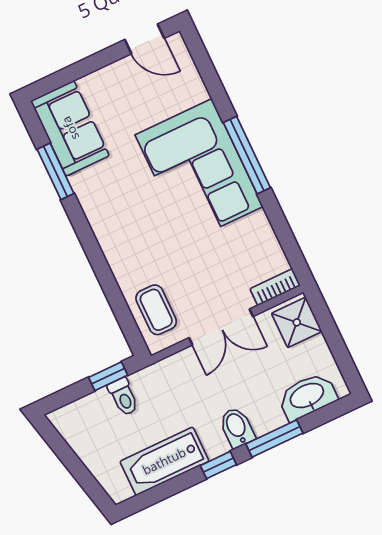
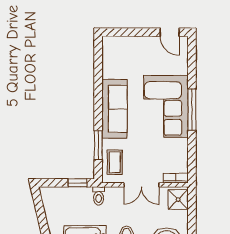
sofa: (70, 128) -> (115, 109), moved, width x1.36
window: (55, 171) -> (98, 145), moved
toilet: (123, 397) -> (99, 196), moved

